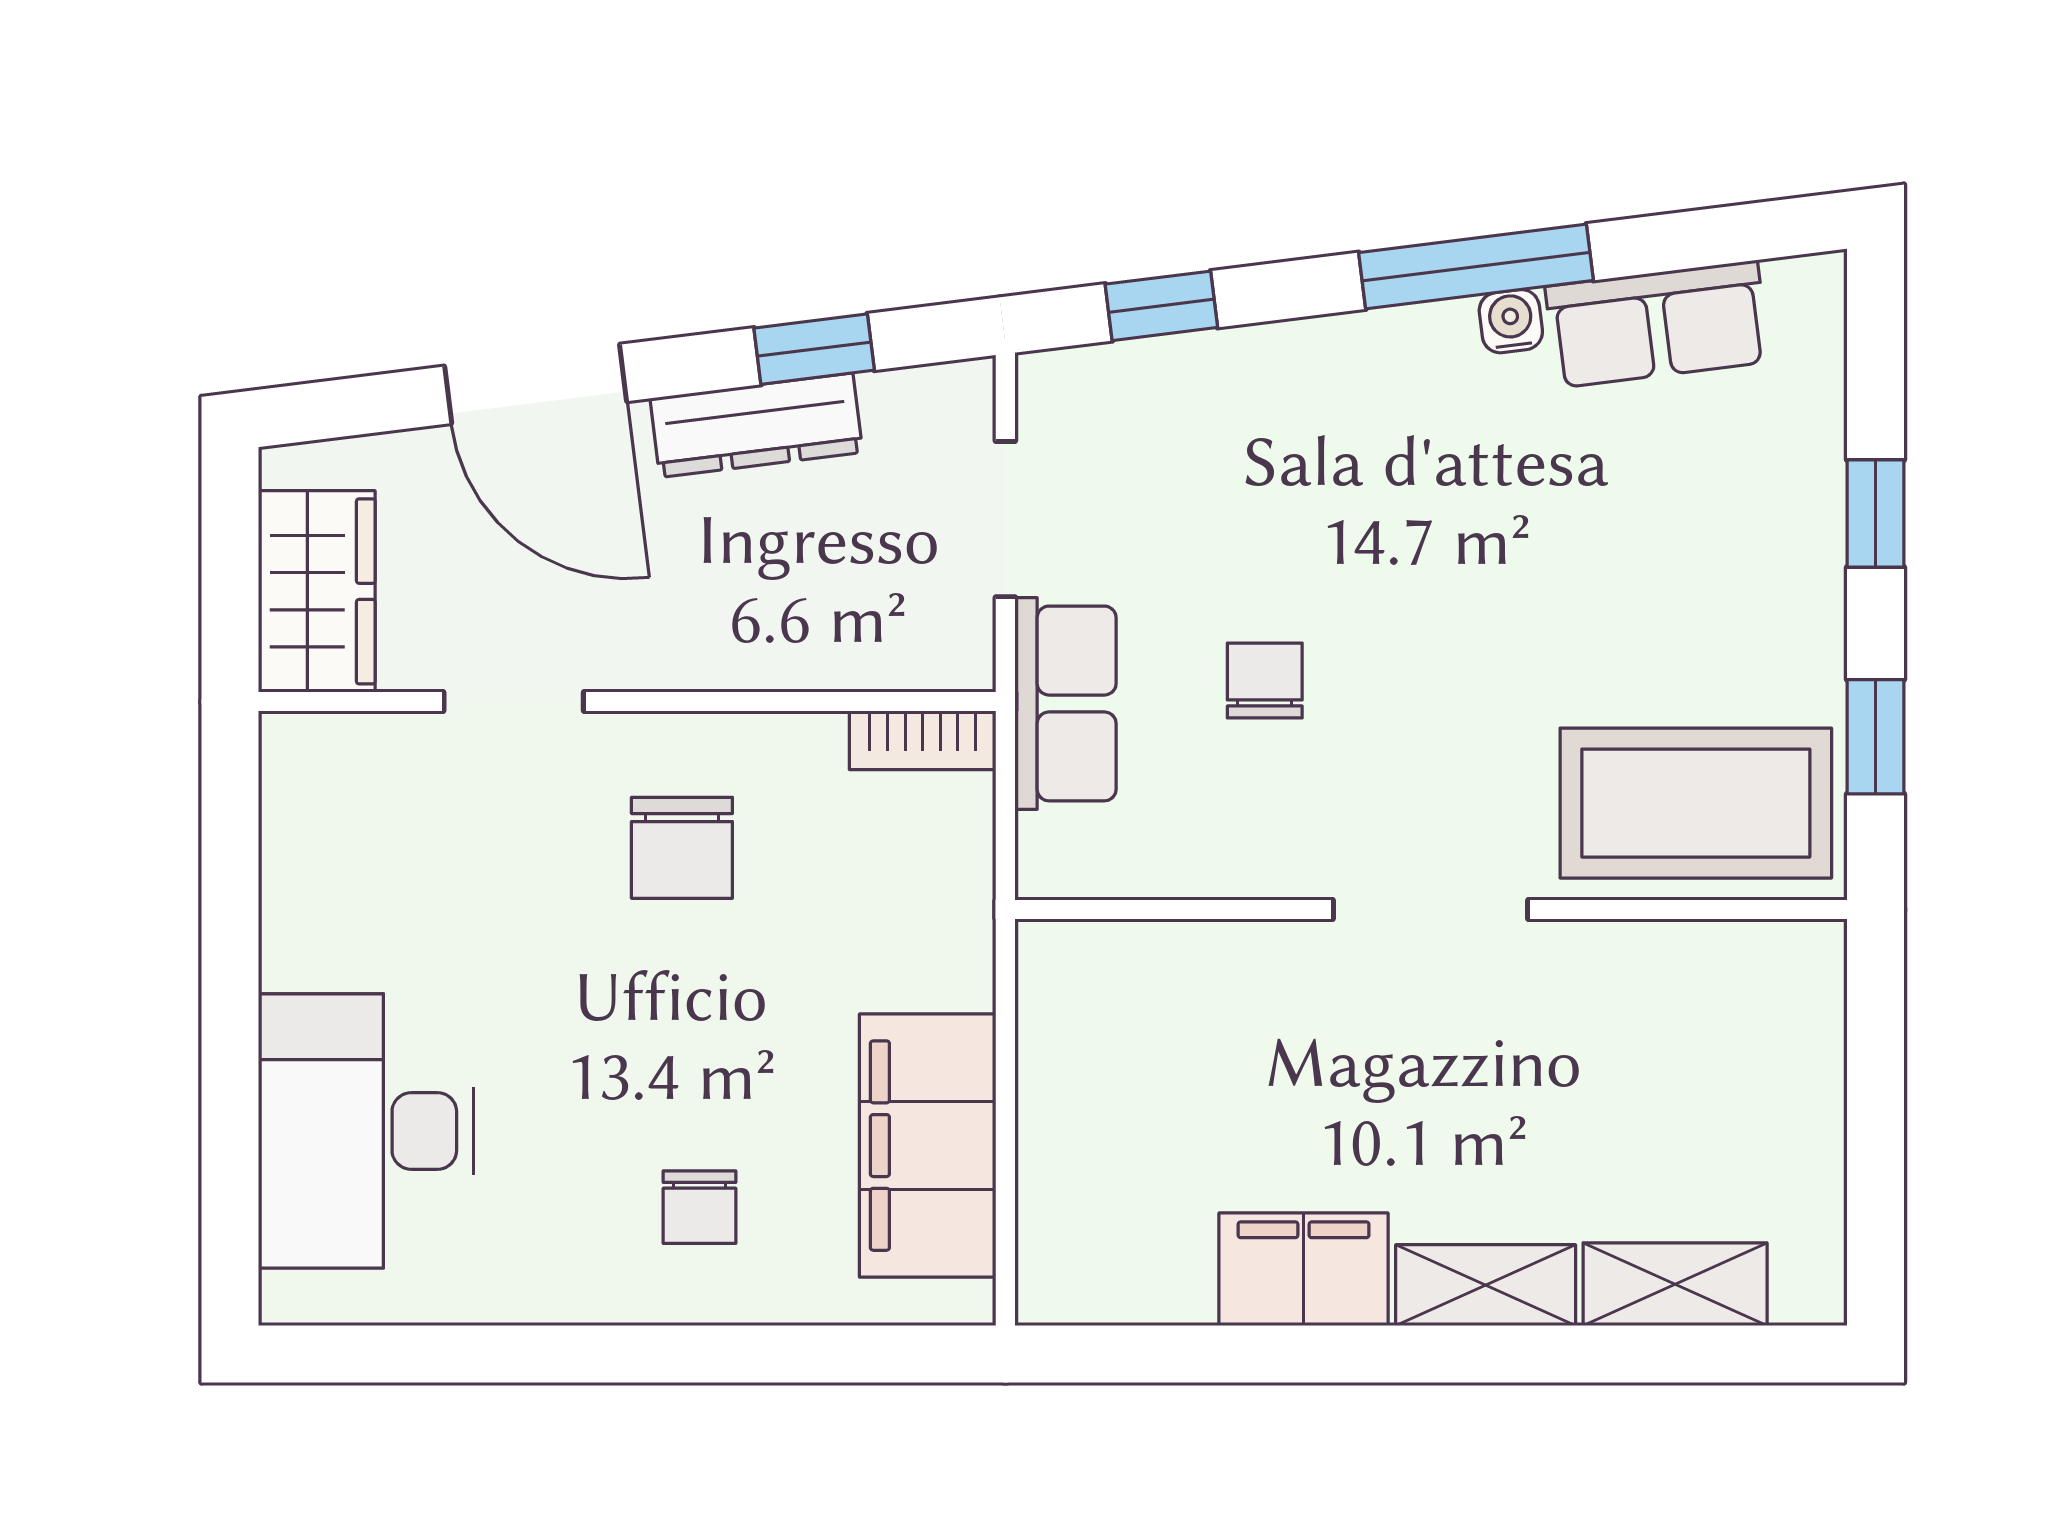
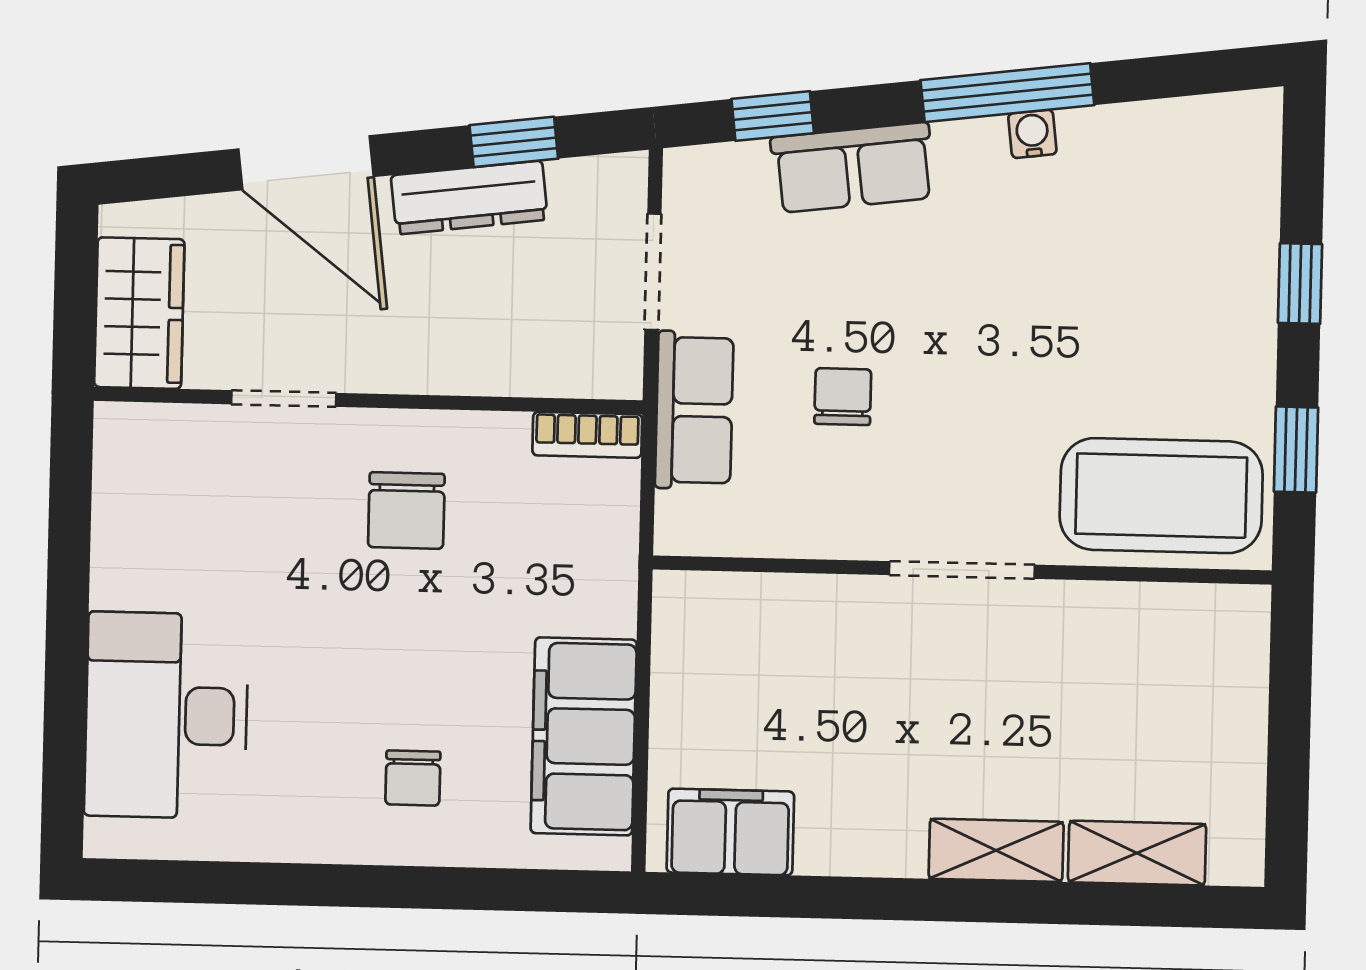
row of seats: (1657, 324) -> (853, 168), moved
filing cabinet: (1304, 1269) -> (730, 832), moved

